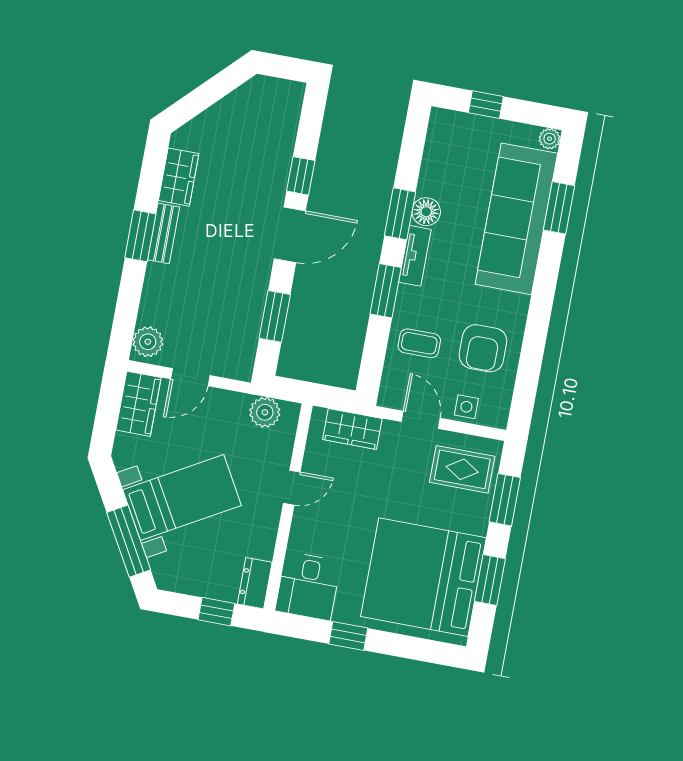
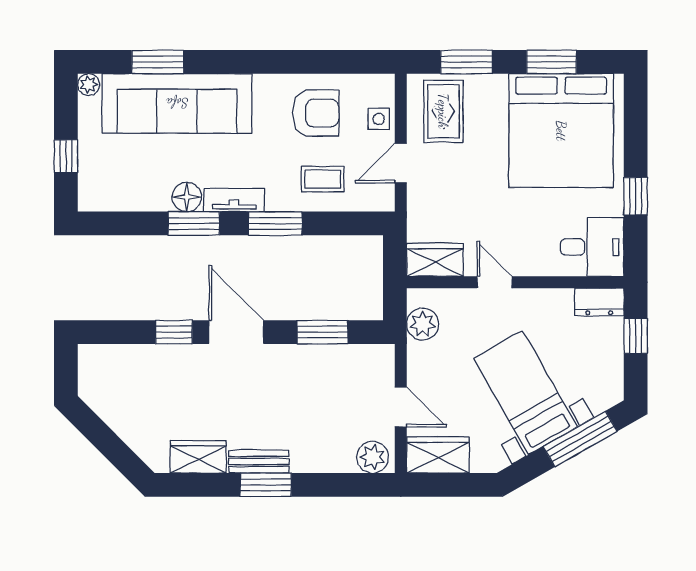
coffee table: (419, 343) -> (323, 179), turned 90
wardrobe: (352, 429) -> (435, 260), moved, turned -90

